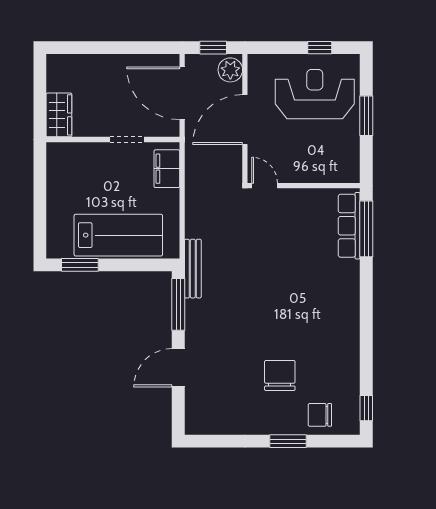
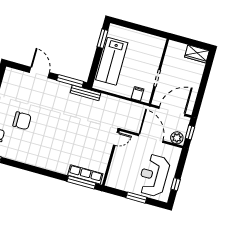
reception desk: (315, 94) -> (154, 176), turned 180
wardrobe: (59, 115) -> (197, 54), moved
filing cabinet: (167, 169) -> (137, 94), width x0.50

